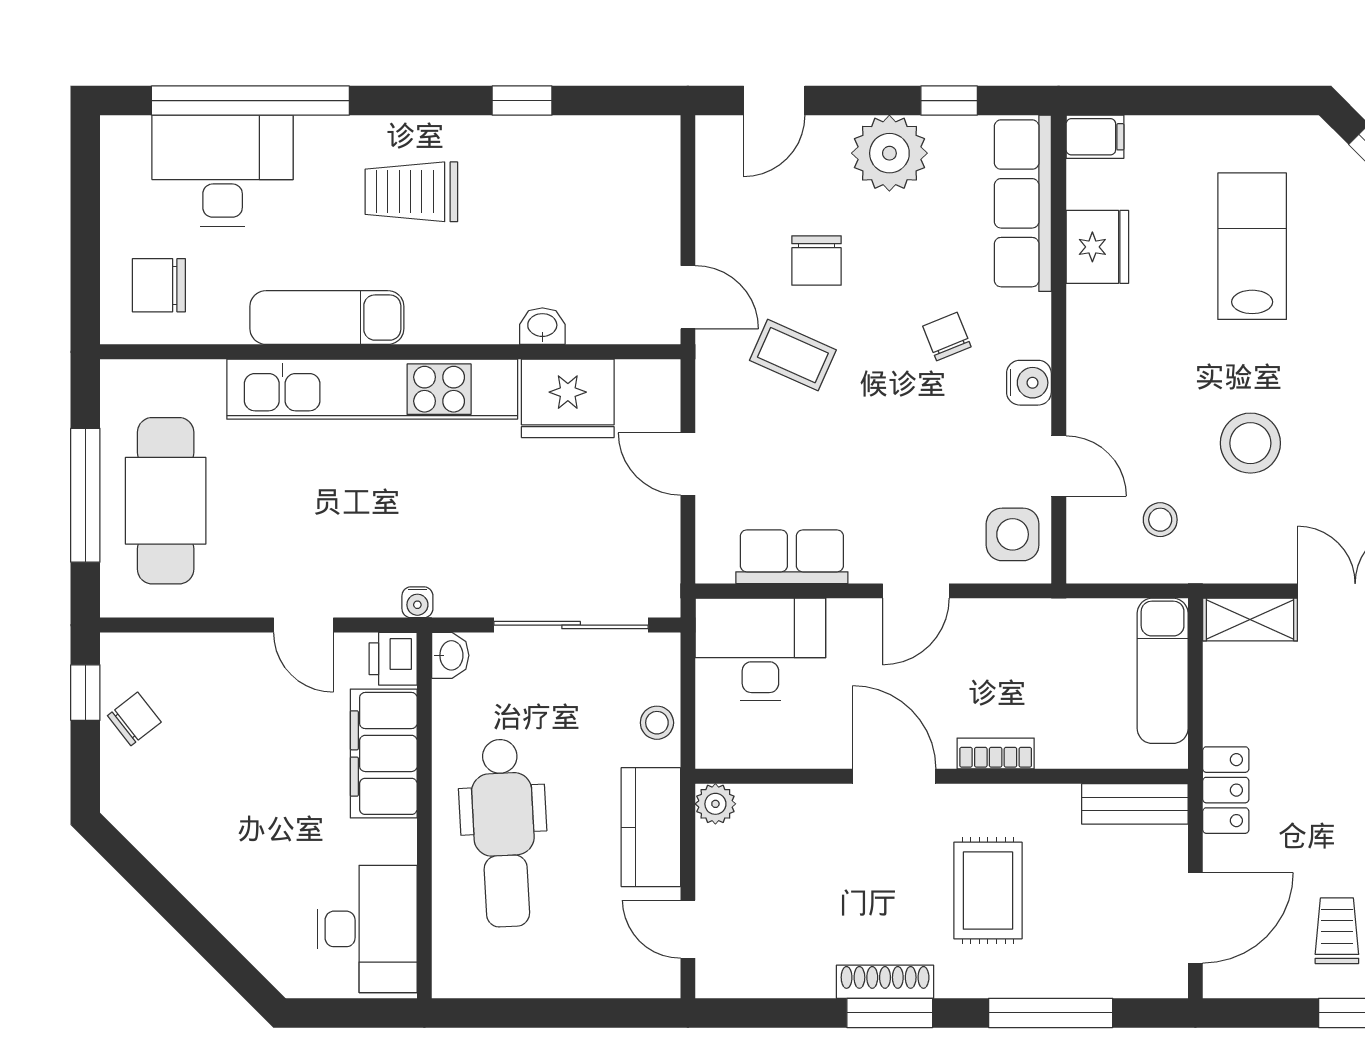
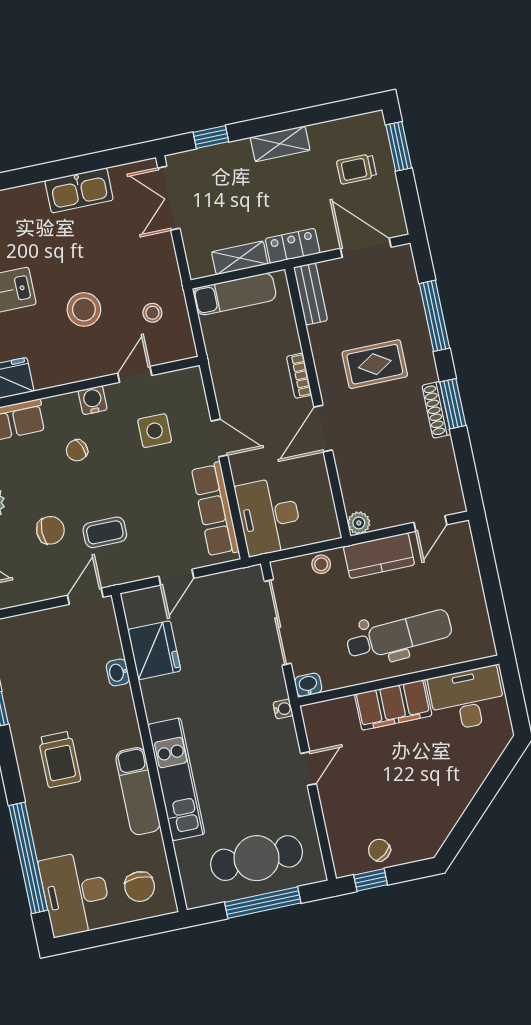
desk: (223, 171) -> (76, 893), moved
coffee table: (793, 355) -> (105, 532), turned 66
kitchen unit: (372, 389) -> (176, 779), width x0.73
stool: (1250, 443) -> (84, 309), moved
side table: (1013, 534) -> (155, 431), moved
row of seats: (792, 557) -> (215, 510), width x1.48
shelving: (1250, 620) -> (240, 258), moved, turned 90
printer: (393, 659) -> (317, 716), removed
filing cabinet: (384, 753) -> (393, 705), moved

